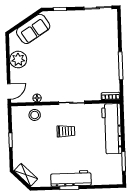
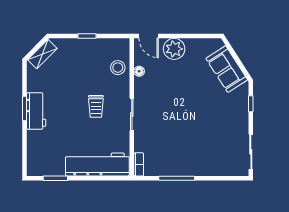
plant: (18, 60) -> (174, 49), moved
workbench: (71, 178) -> (36, 111), width x0.73

